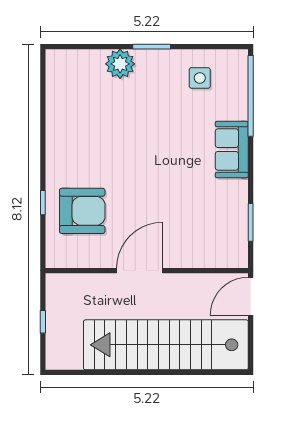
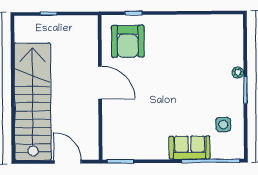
plant: (120, 64) -> (238, 72), width x0.53, depth x0.53
sofa: (232, 149) -> (190, 148), moved
door: (140, 271) -> (100, 83), moved
wall: (147, 271) -> (100, 87), moved

